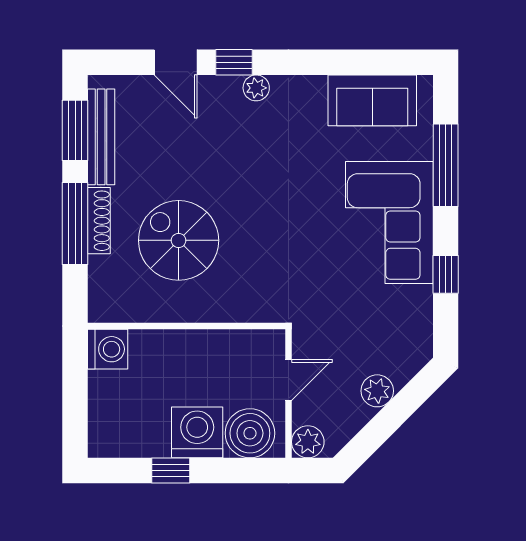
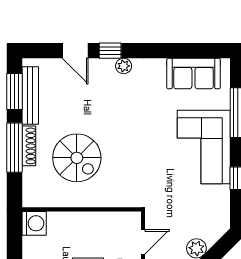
spiral stairs: (179, 240) -> (77, 158), turned 180

